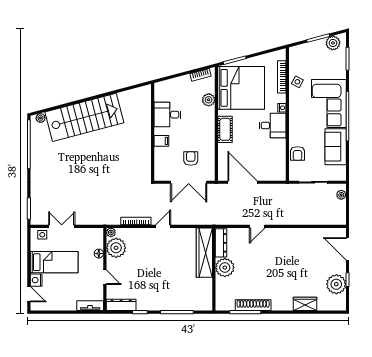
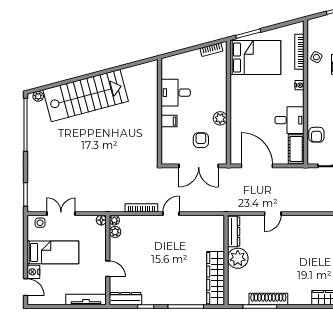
bed: (241, 88) -> (255, 57), width x0.73
plant: (209, 100) -> (220, 118), moved
desk: (273, 125) -> (289, 120), moved
cot: (225, 129) -> (296, 149), moved
plant: (116, 248) -> (115, 232), width x0.53, depth x0.53
wardrobe: (204, 253) -> (216, 278), moved
floor lamp: (99, 254) -> (101, 220), moved
tv unit: (90, 306) -> (86, 300), width x1.41

